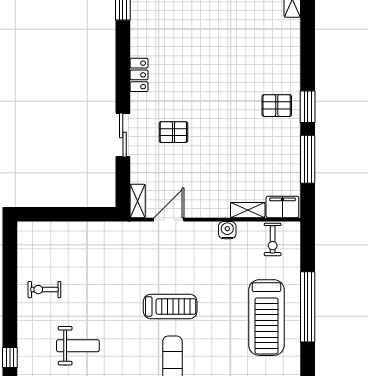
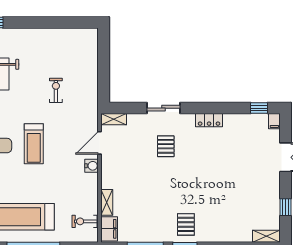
door: (169, 220) -> (100, 143), swing flipped
water cooler: (227, 230) -> (92, 166), moved
exercise bike: (44, 290) -> (56, 90), moved

